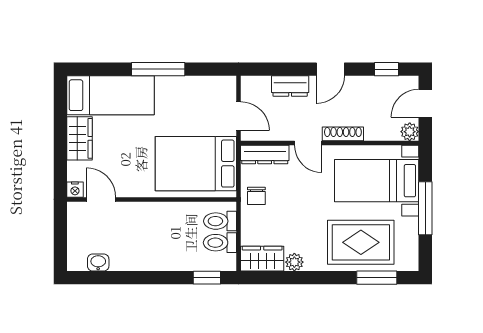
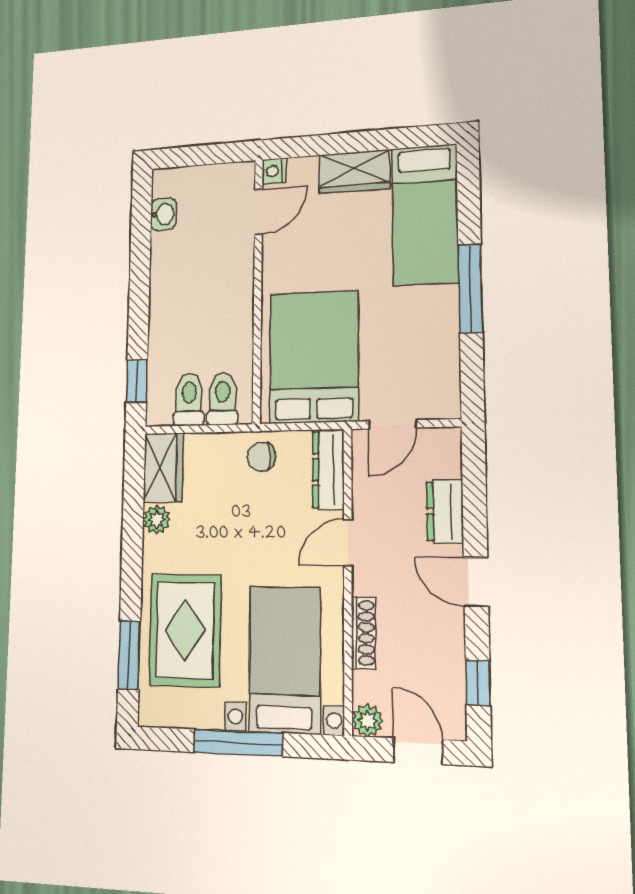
shoe rack: (343, 134) -> (364, 633), moved

